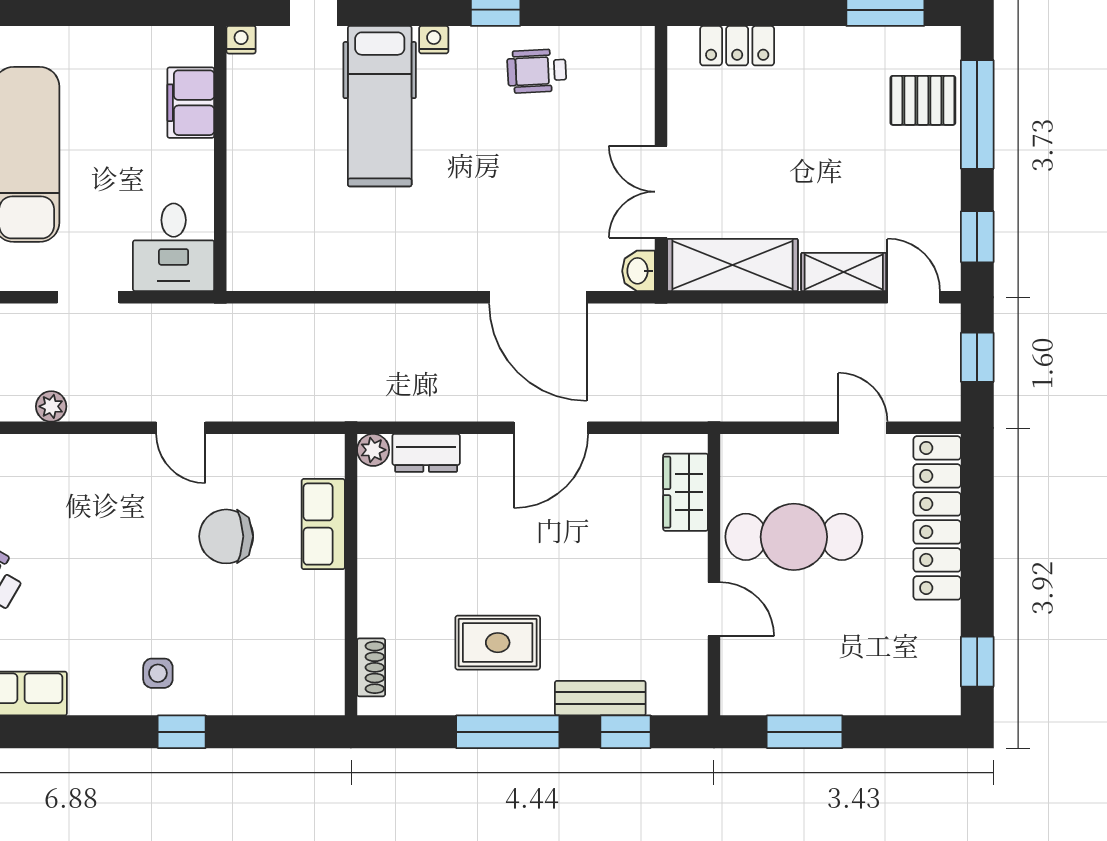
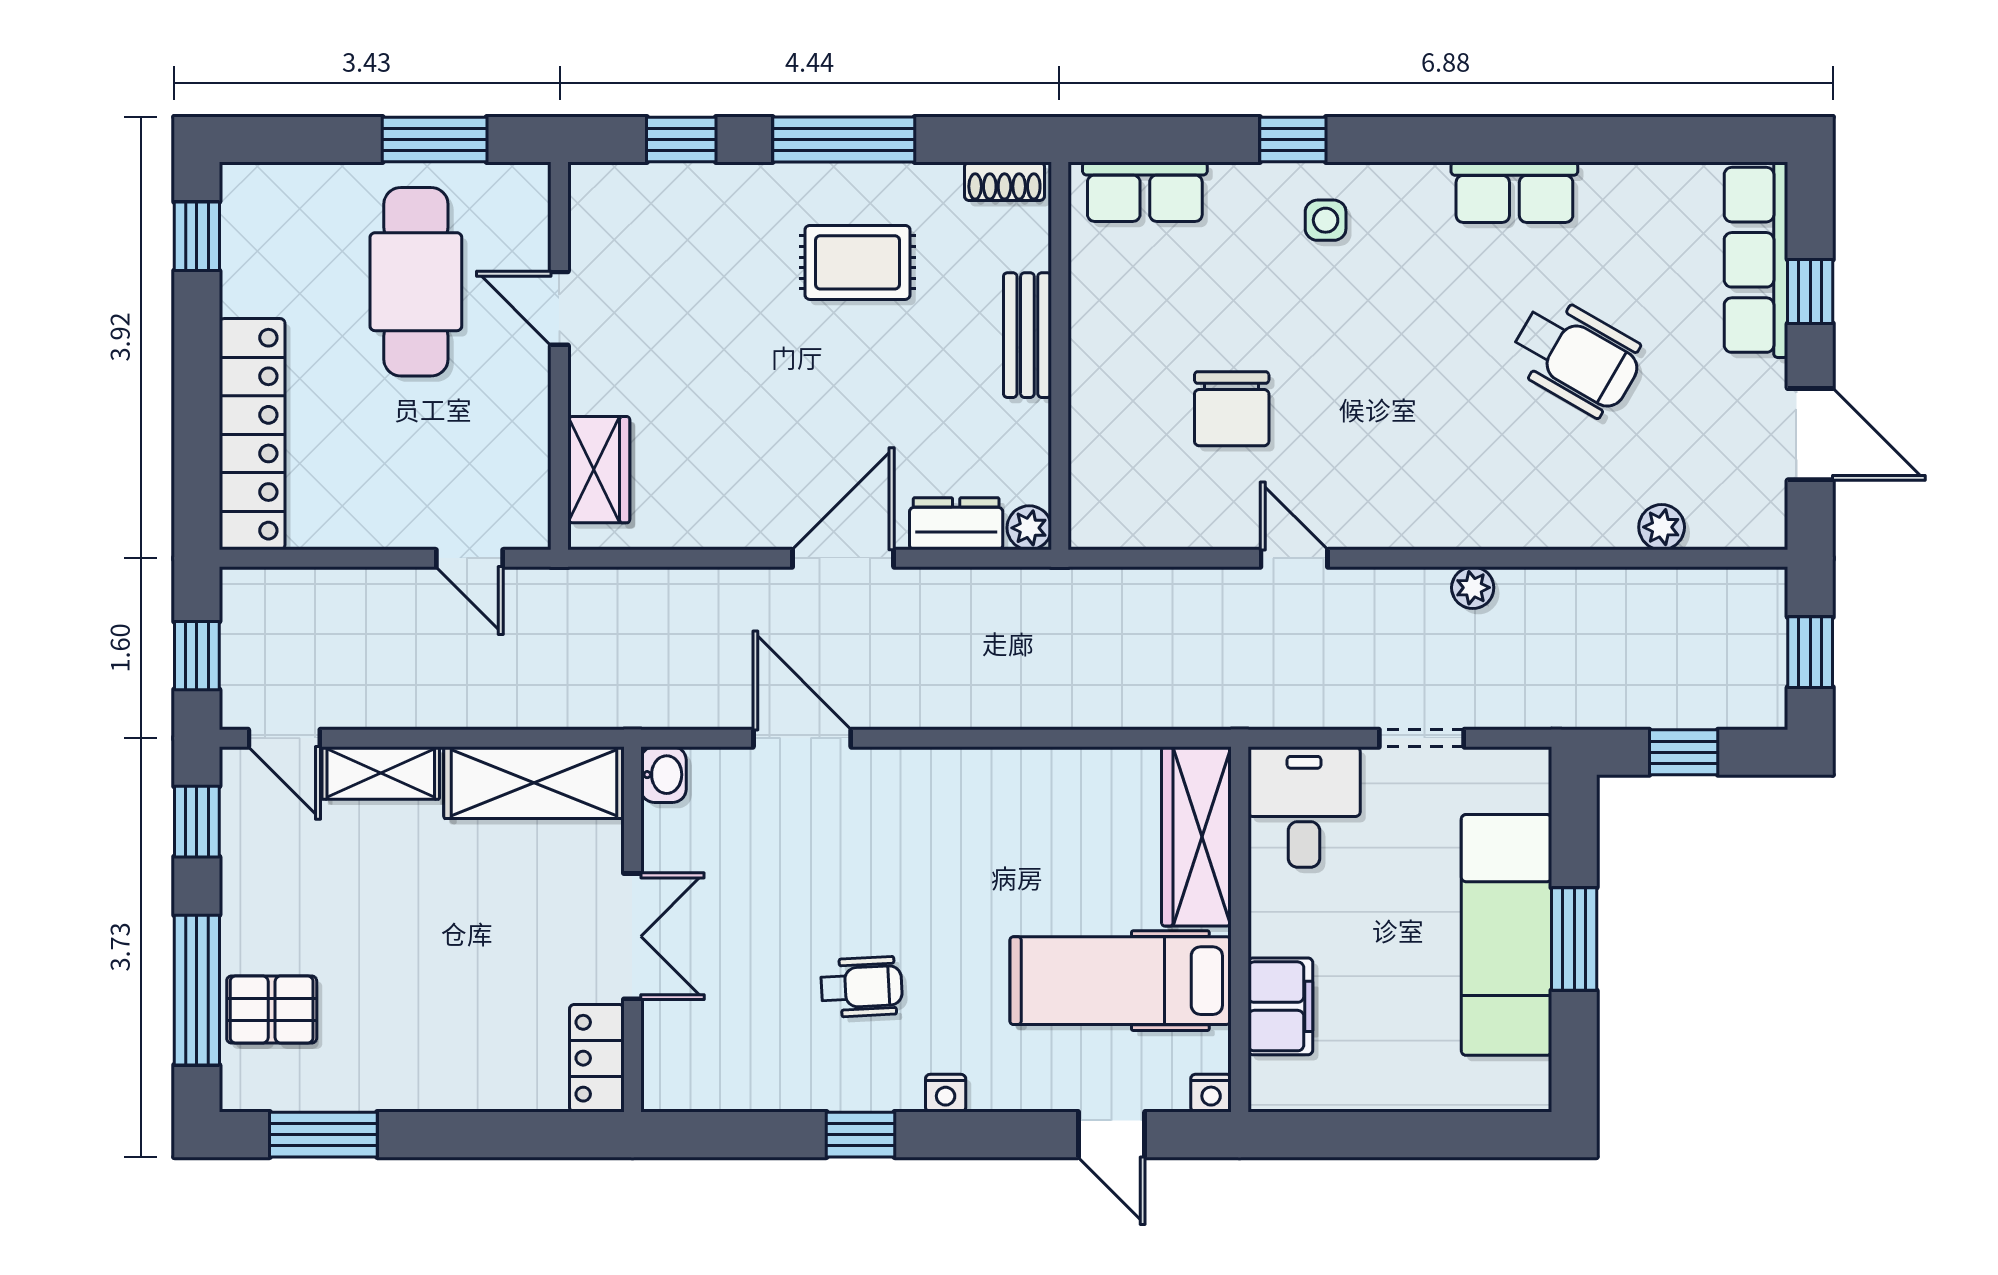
locker: (737, 46) -> (597, 1058), moved, turned -90
wheelchair: (537, 71) -> (861, 987), moved
hospital bed: (380, 106) -> (1121, 981), moved, turned -90
double door: (661, 192) -> (632, 936), moved
wardrobe: (252, 226) -> (1196, 836), added
door: (538, 297) -> (802, 738), width x0.73
door: (551, 428) -> (843, 558), moved
door: (863, 428) -> (470, 558), moved
row of seats: (323, 524) -> (1145, 192), moved, turned 90
chair: (226, 536) -> (1232, 409), turned 90
cafe table: (794, 537) -> (416, 282), moved, turned 90
shoe rack: (371, 667) -> (1004, 181), moved, turned -90
bench: (600, 698) -> (1027, 335), moved, turned 90

